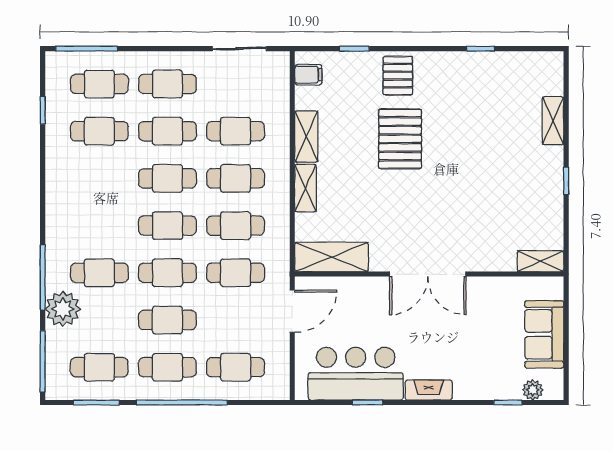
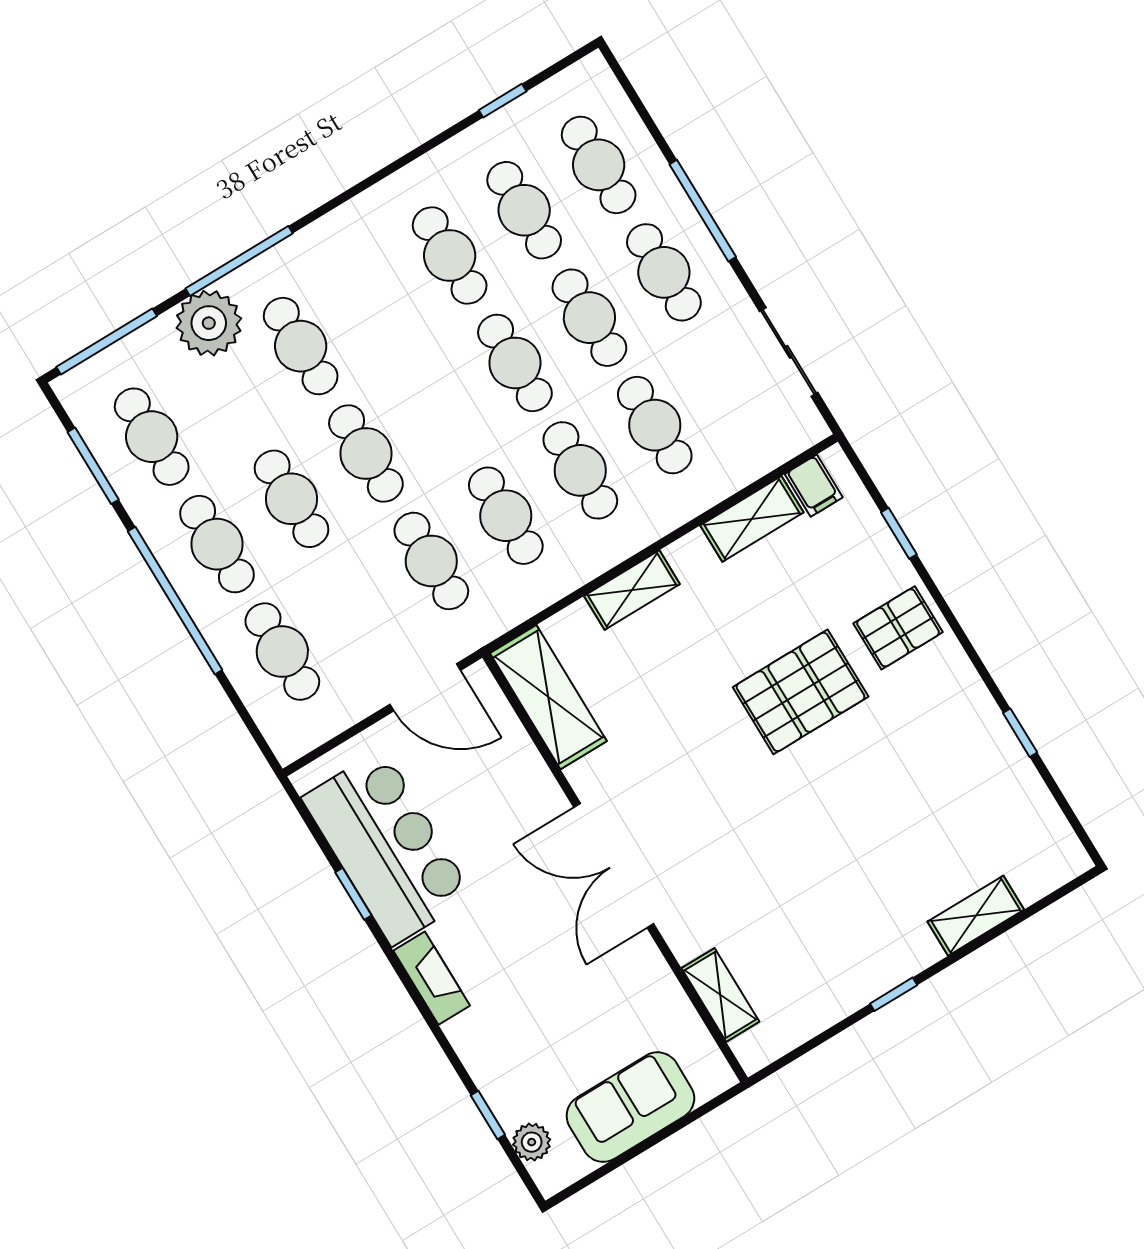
window: (87, 49) -> (703, 211), moved
shelving: (306, 136) -> (752, 519), moved
cafe table: (167, 226) -> (450, 255), moved
shelving: (540, 261) -> (720, 995), moved

